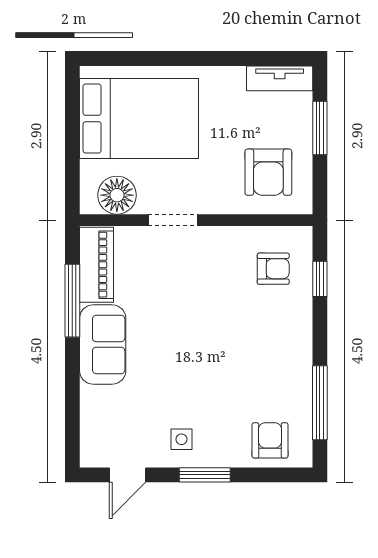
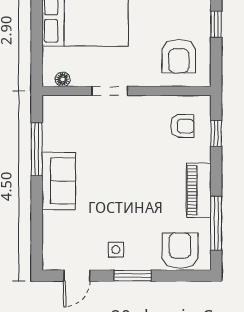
window: (320, 128) -> (216, 24), width x0.67
floor lamp: (117, 195) -> (63, 79), width x0.53, depth x0.53
piano: (96, 265) -> (199, 190), moved, turned 180
armchair: (270, 440) -> (180, 251), width x1.38, depth x1.38

